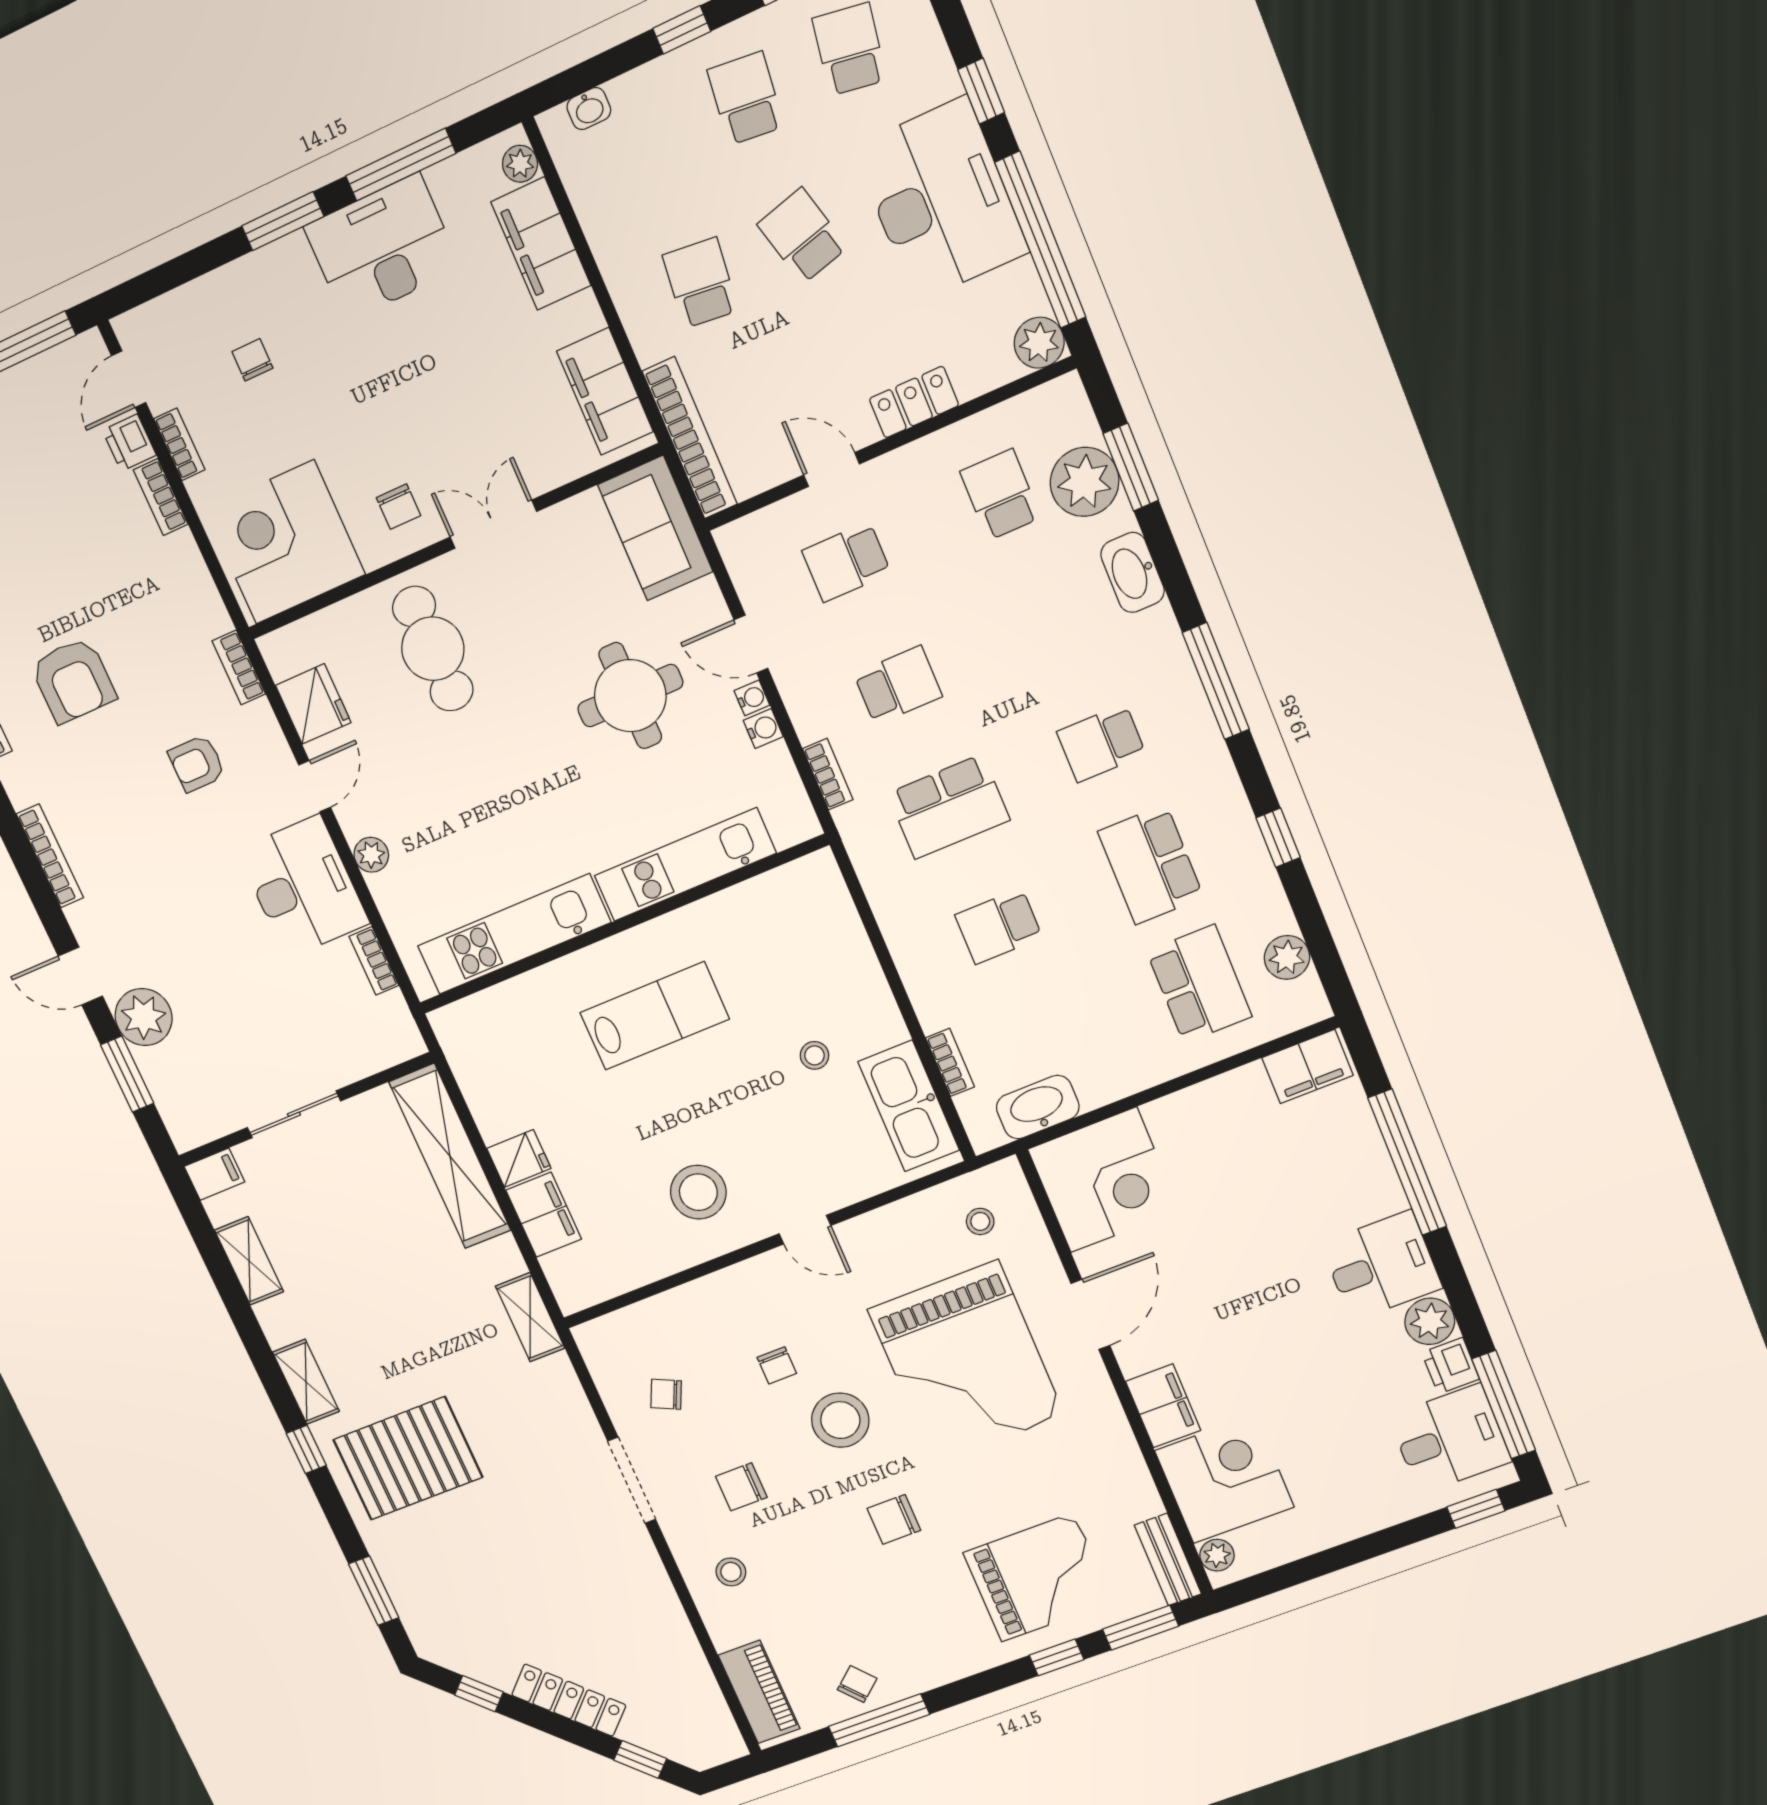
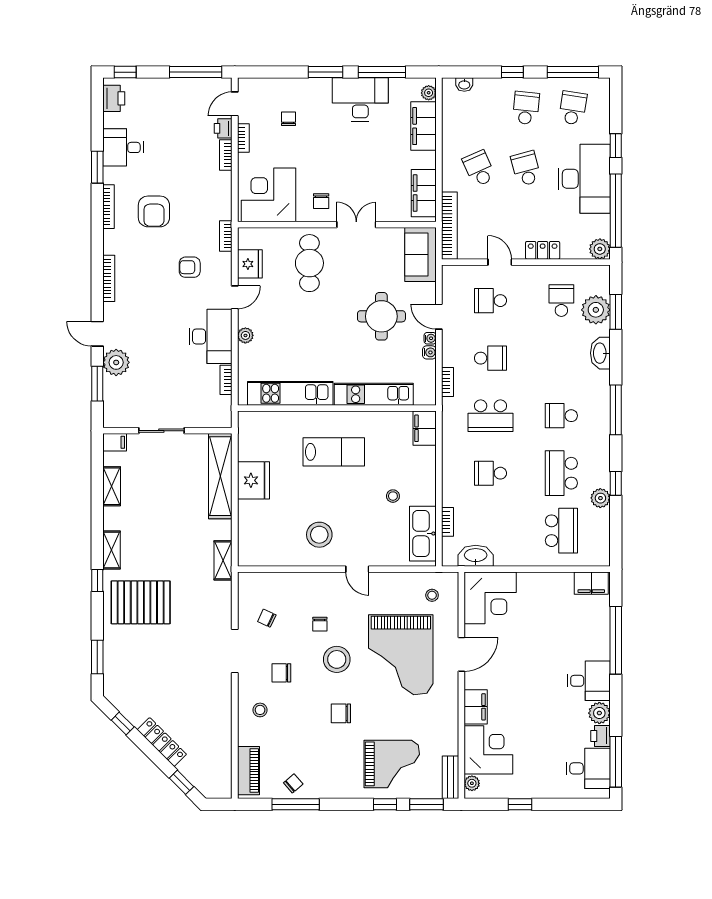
school desk: (700, 283) -> (479, 169), turned -30
plant: (1287, 957) -> (600, 498), moved
fridge: (519, 1158) -> (253, 480), width x1.88, depth x1.34
filing cabinet: (544, 1215) -> (425, 428), moved, turned 180
window: (1476, 1509) -> (520, 804), moved

